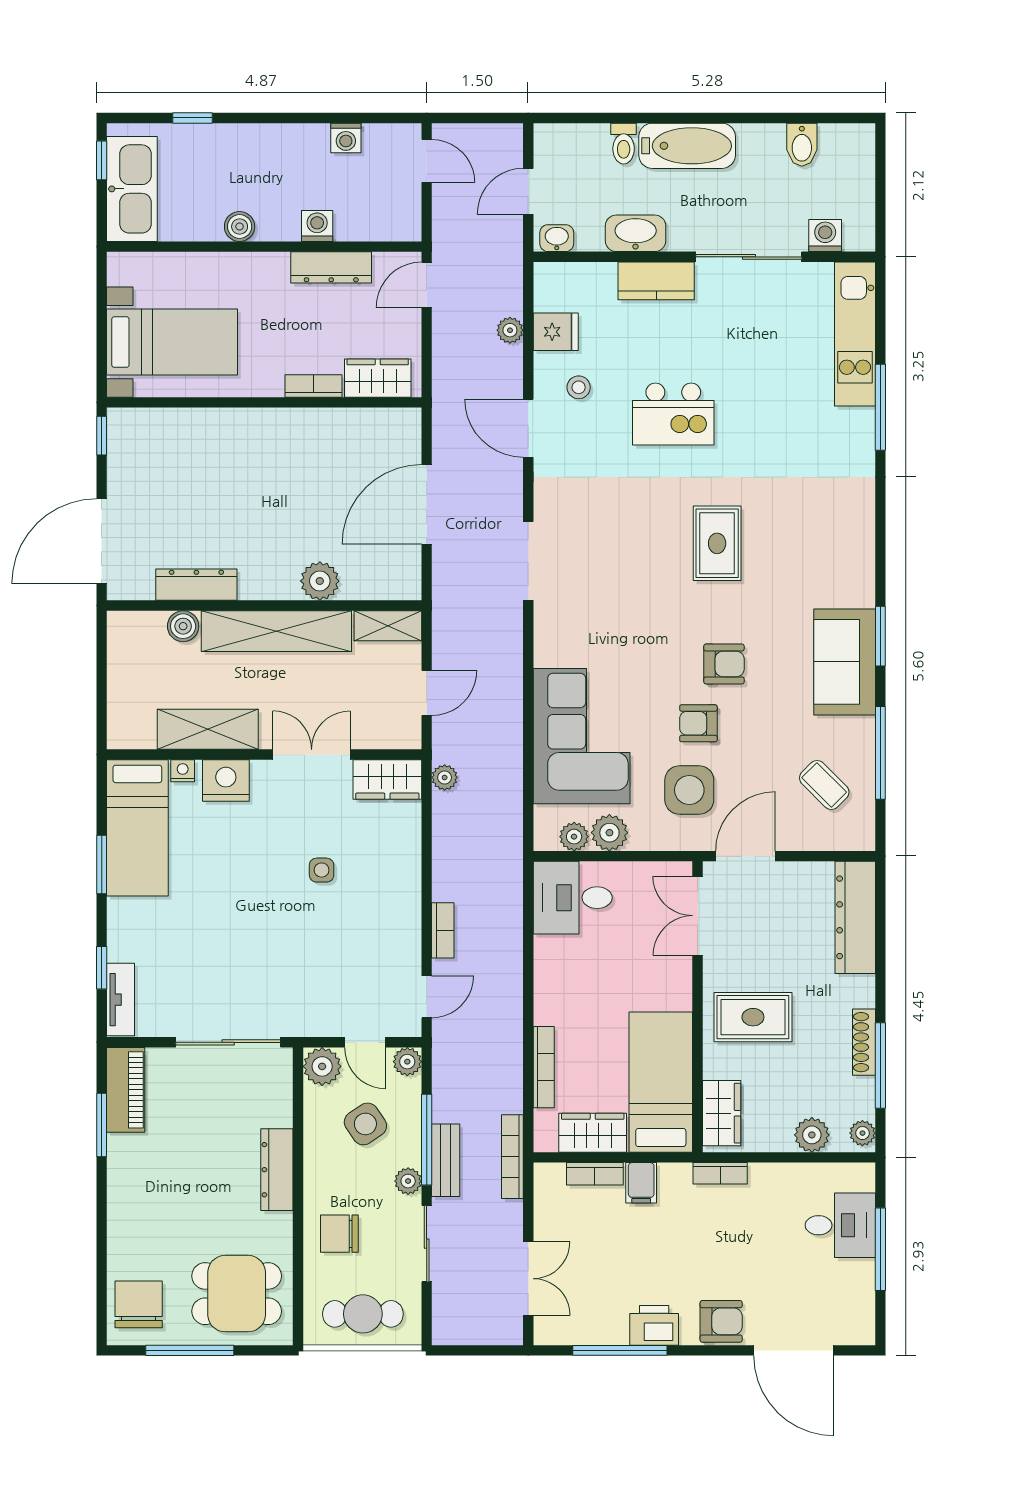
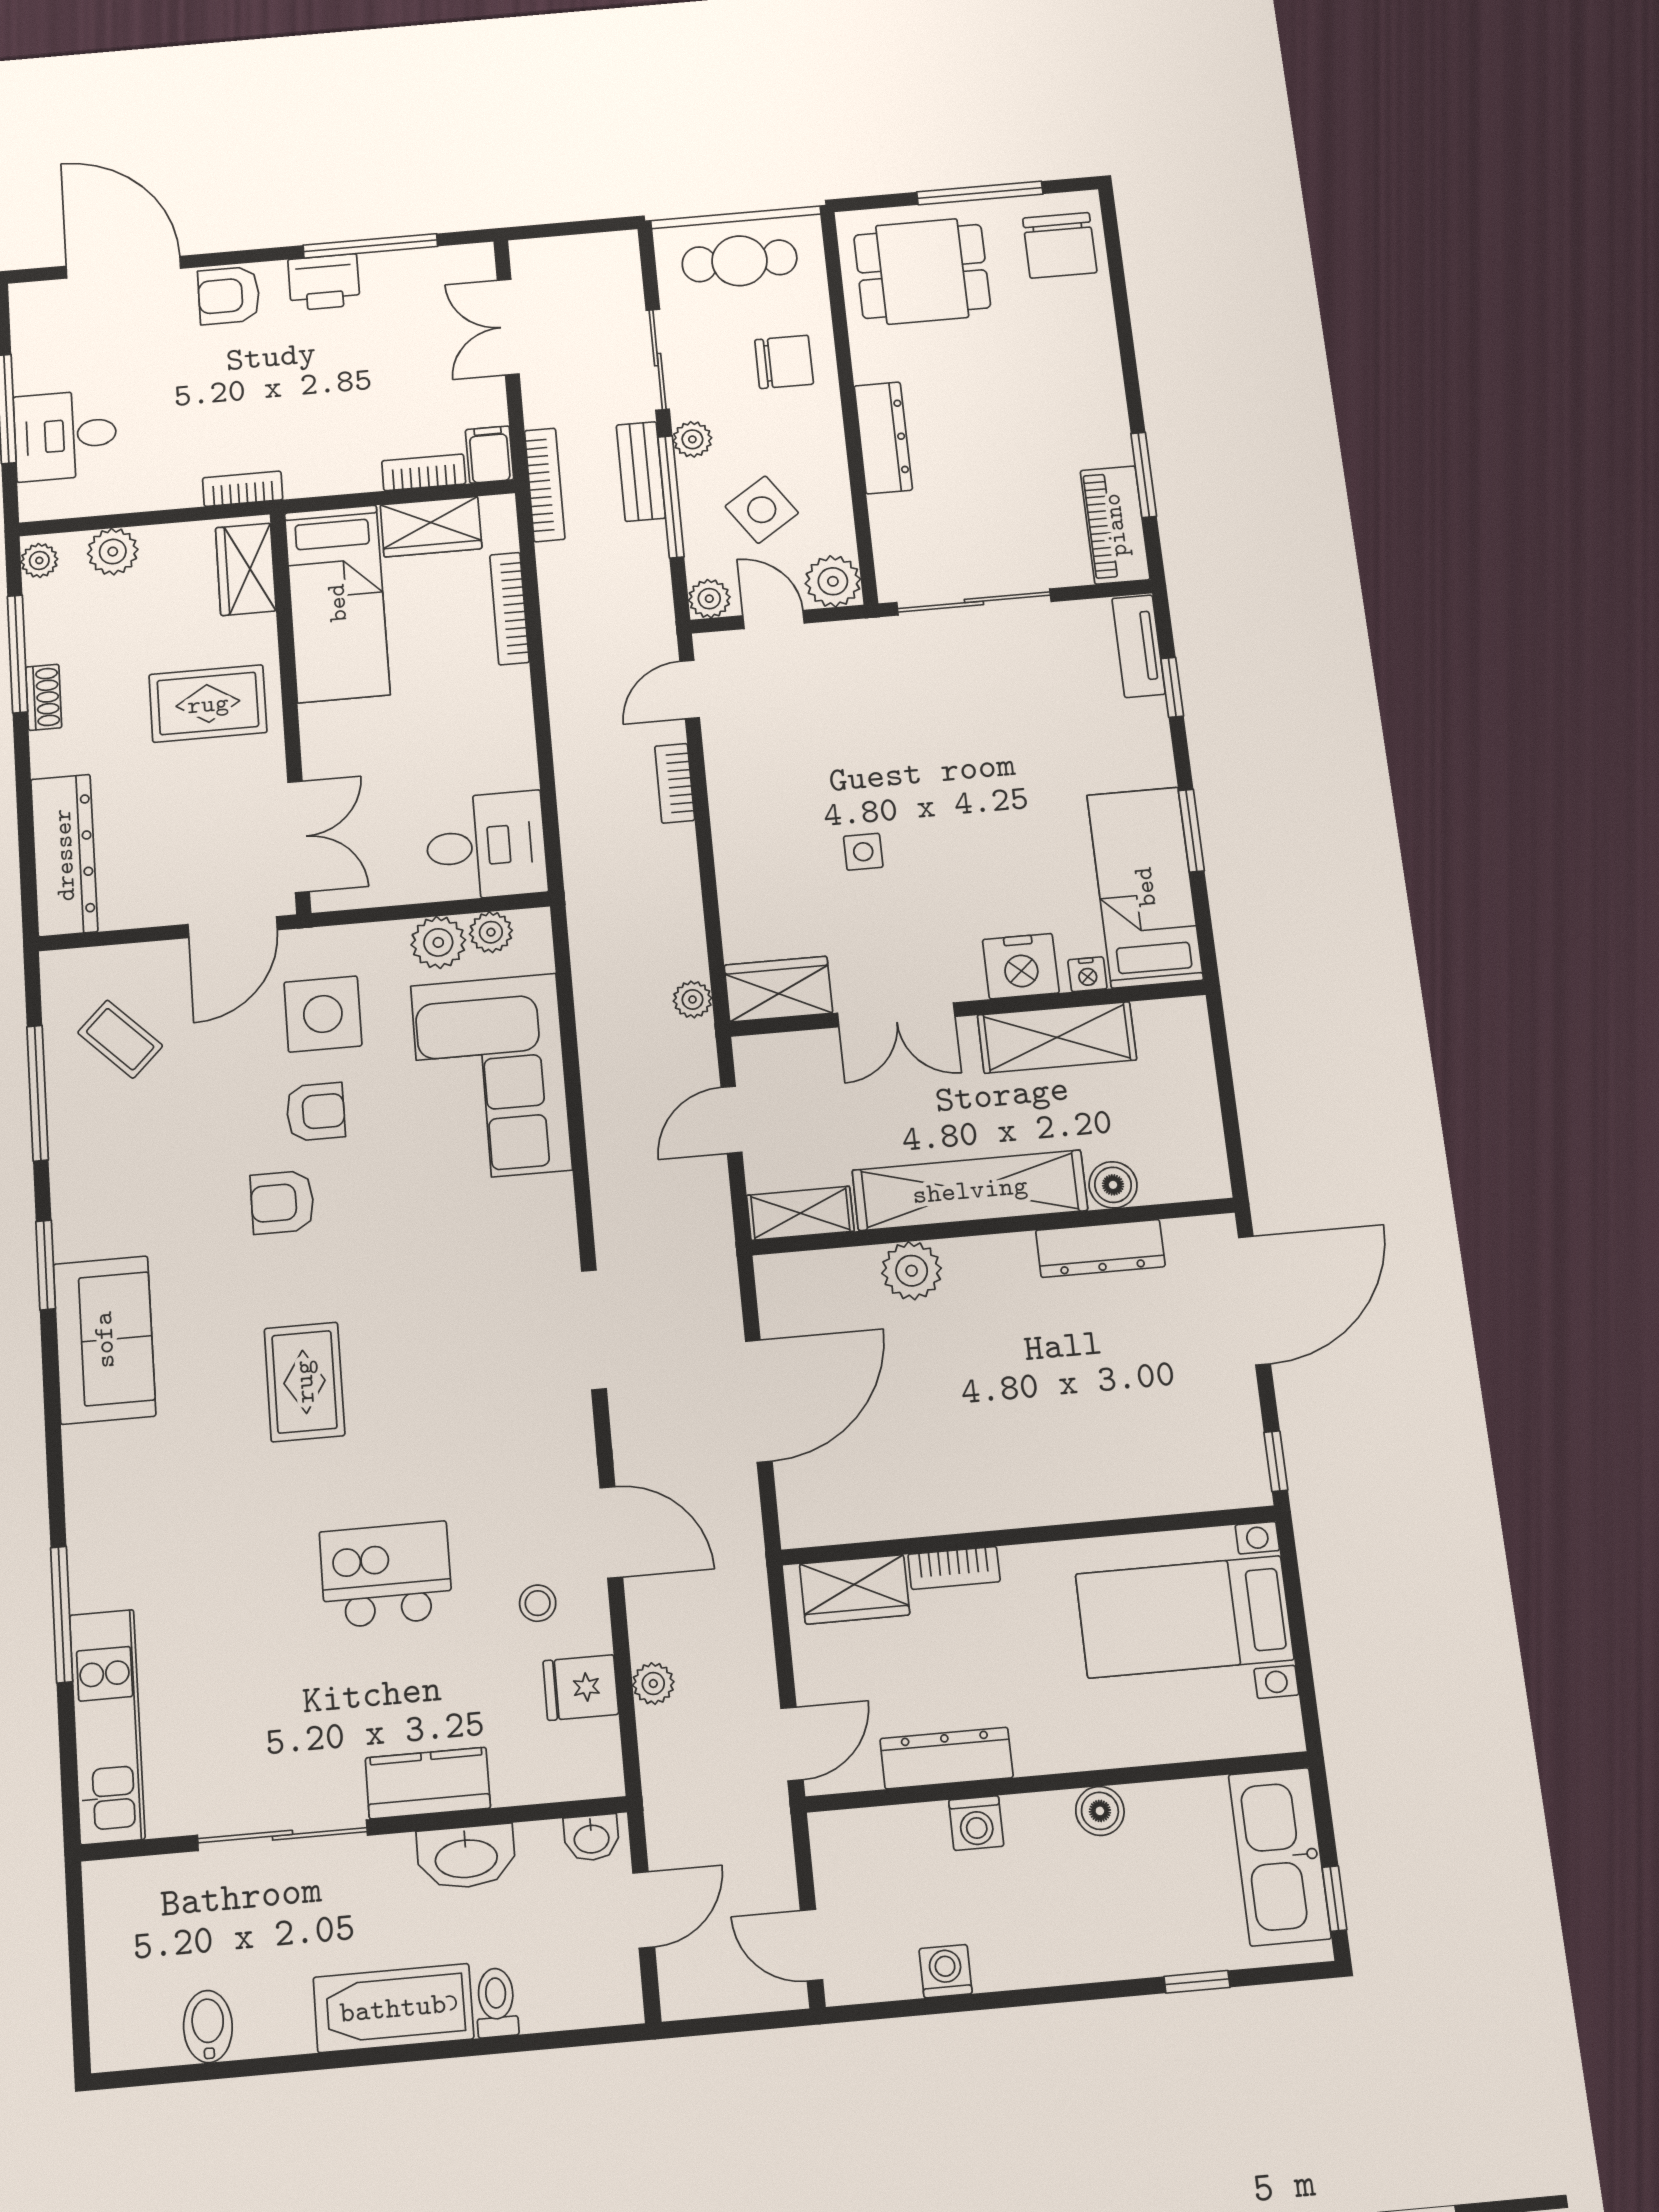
washing machine: (825, 236) -> (162, 1881), removed
sofa: (845, 662) -> (104, 1340), moved
shoe rack: (864, 1042) -> (44, 697), width x0.70
filing cabinet: (641, 1183) -> (490, 455), moved

